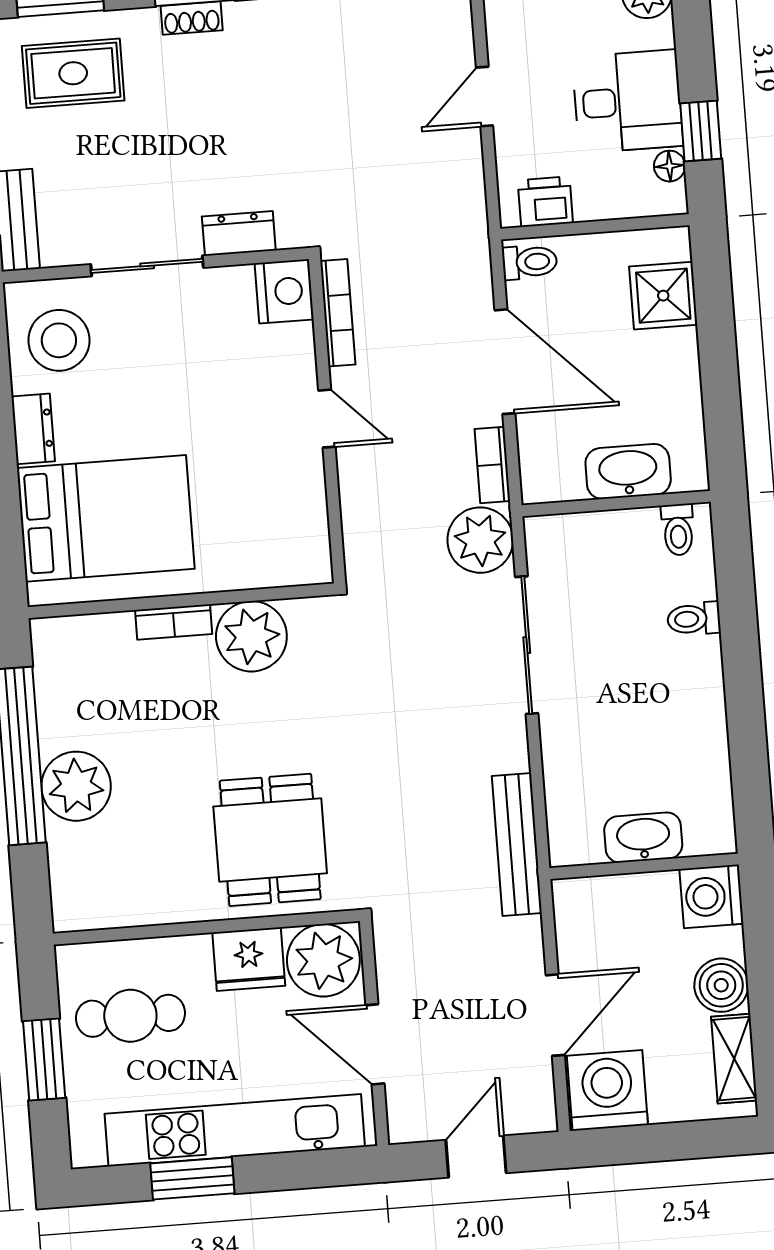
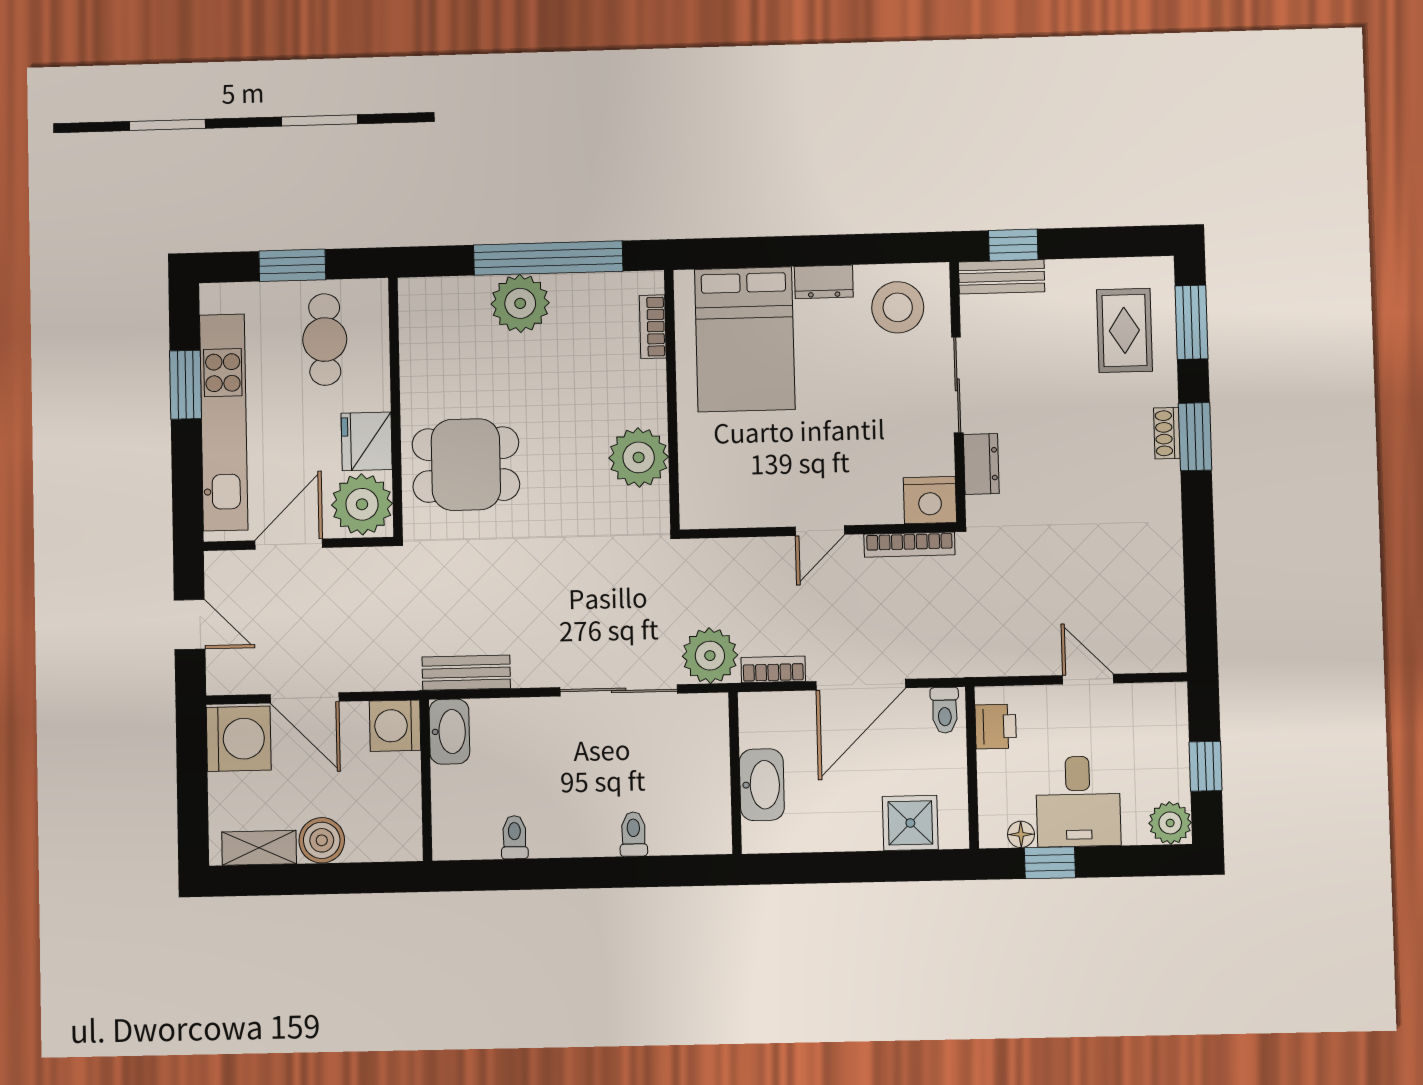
toilet: (678, 530) -> (514, 837), moved, turned 90
bookcase: (174, 622) -> (653, 327), moved
washbasin: (643, 837) -> (449, 732), moved
bench: (517, 845) -> (466, 673), width x0.73
washing machine: (711, 896) -> (395, 726), moved, turned -90

